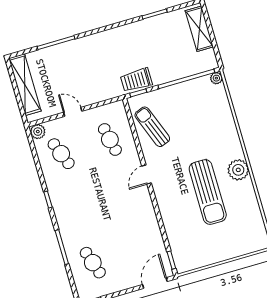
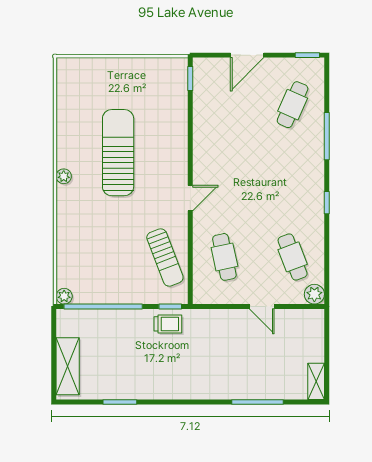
trolley: (136, 80) -> (168, 324), width x0.73, depth x0.72
shelving: (25, 85) -> (316, 381), width x0.45, depth x0.75
plant: (238, 170) -> (64, 176), width x0.53, depth x0.53
cafe table: (93, 263) -> (293, 105), turned 42
door: (155, 283) -> (247, 55), moved

